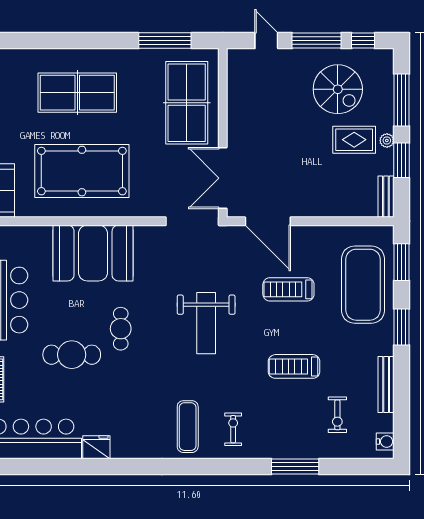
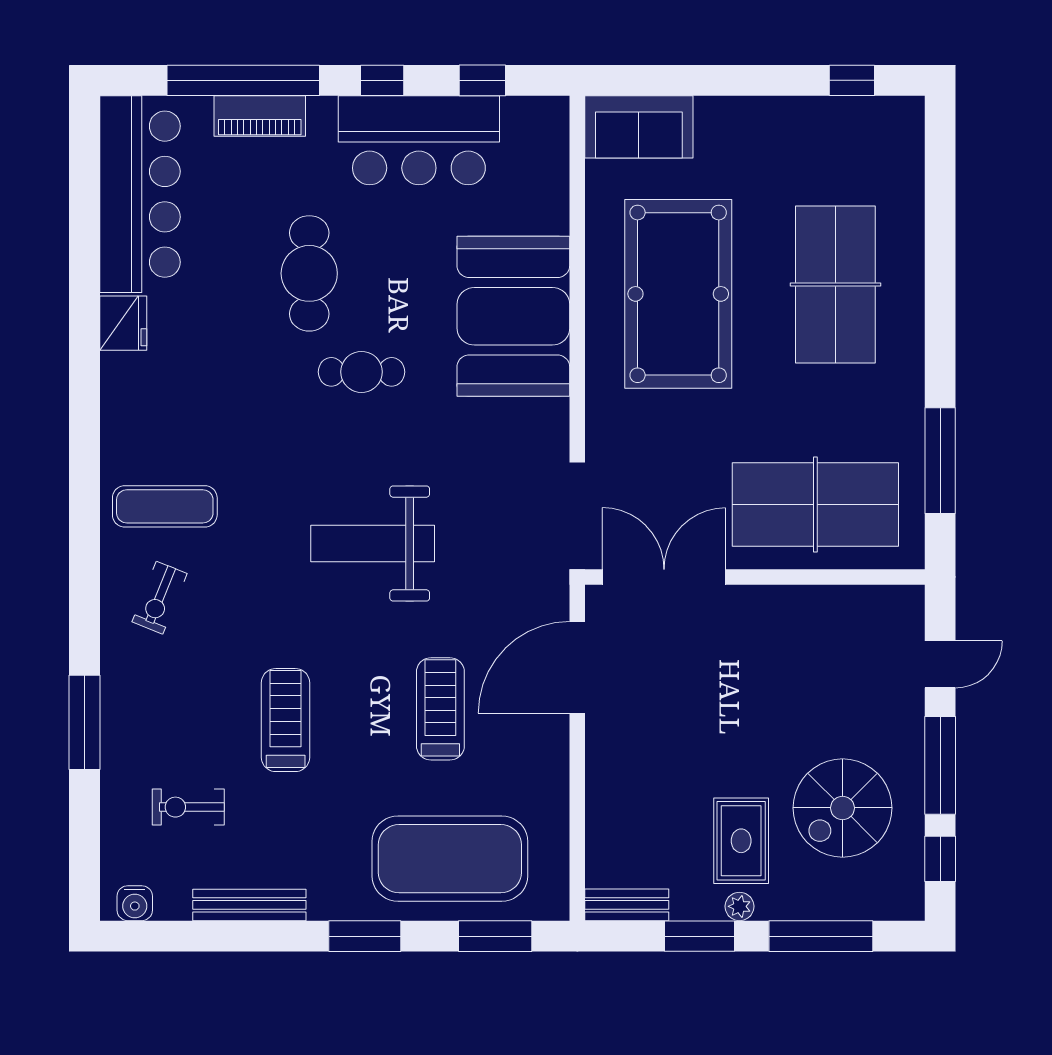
exercise bike: (233, 429) -> (160, 598), turned 112

